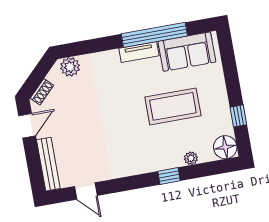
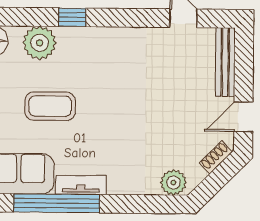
coffee table: (173, 106) -> (50, 106), width x0.73, depth x0.76
plant: (191, 158) -> (40, 43), width x1.88, depth x1.88

